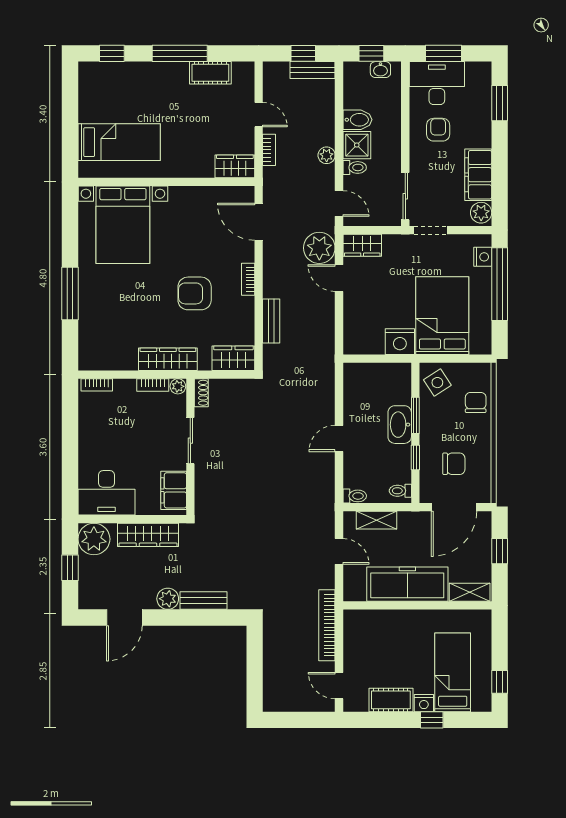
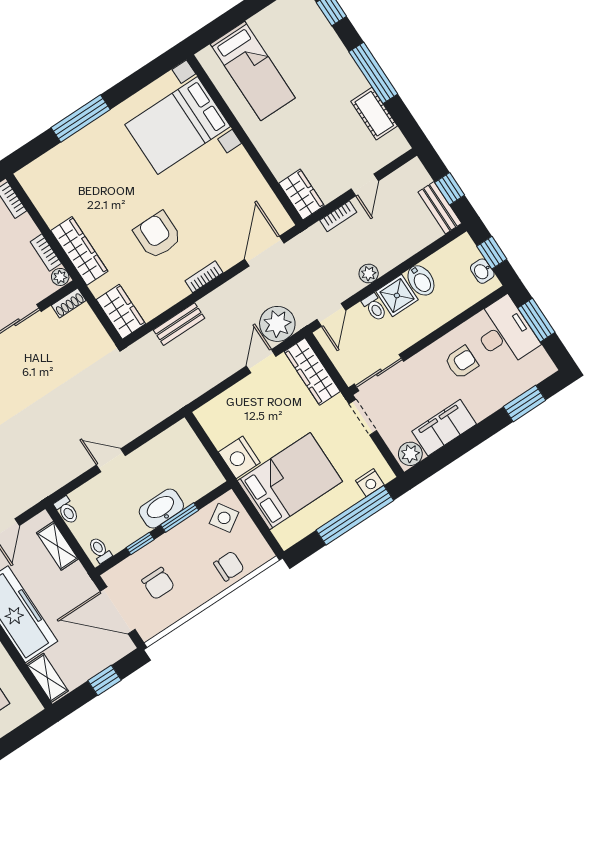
wardrobe: (362, 245) -> (312, 371), width x1.50

